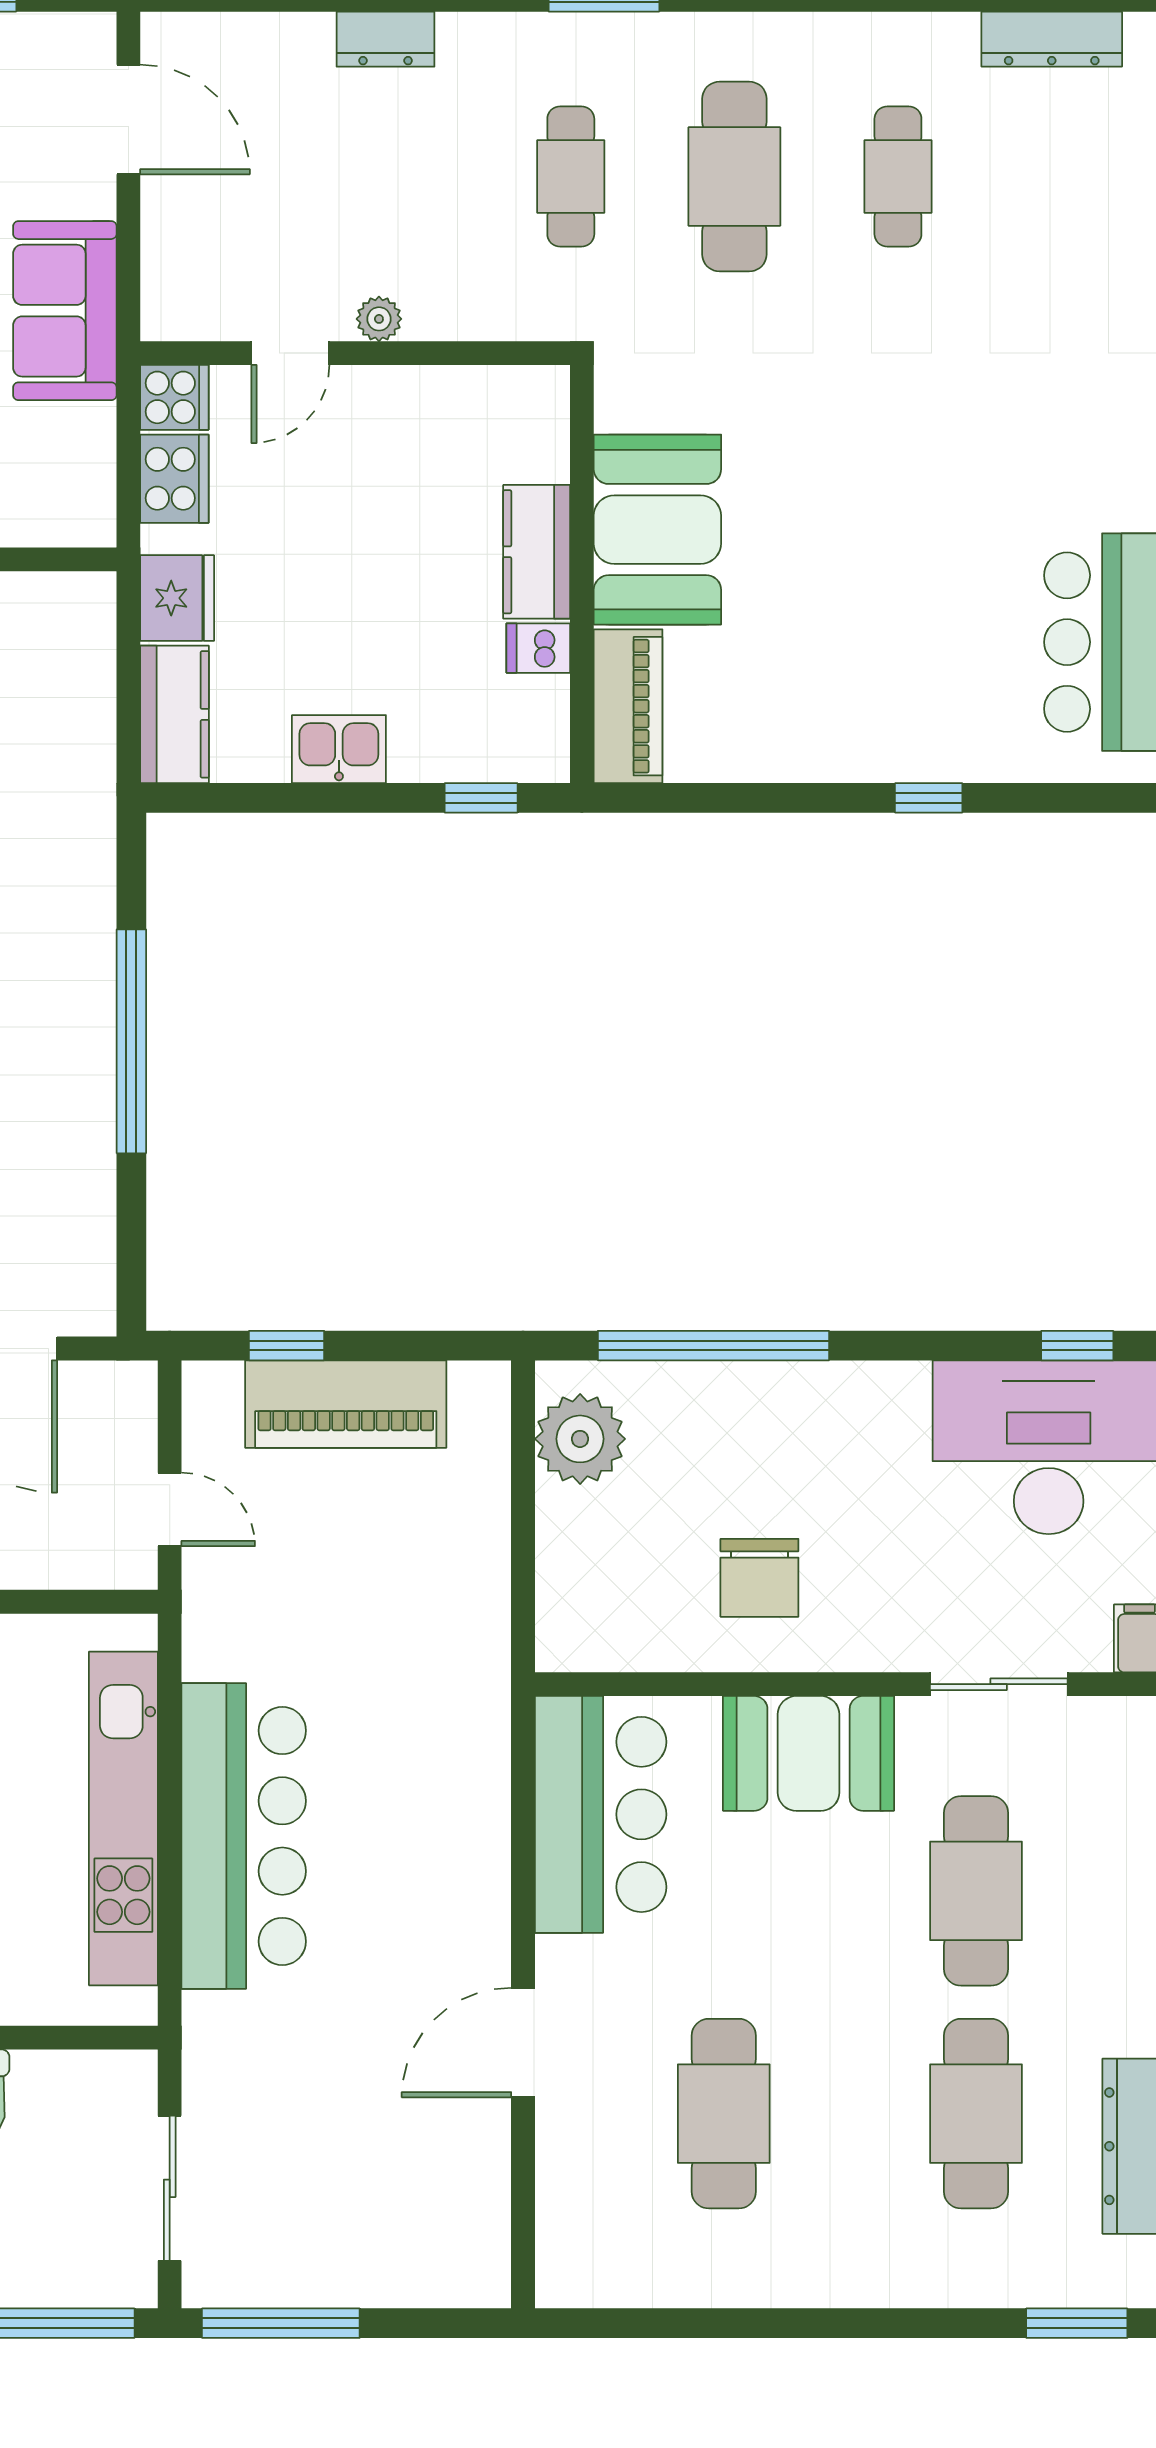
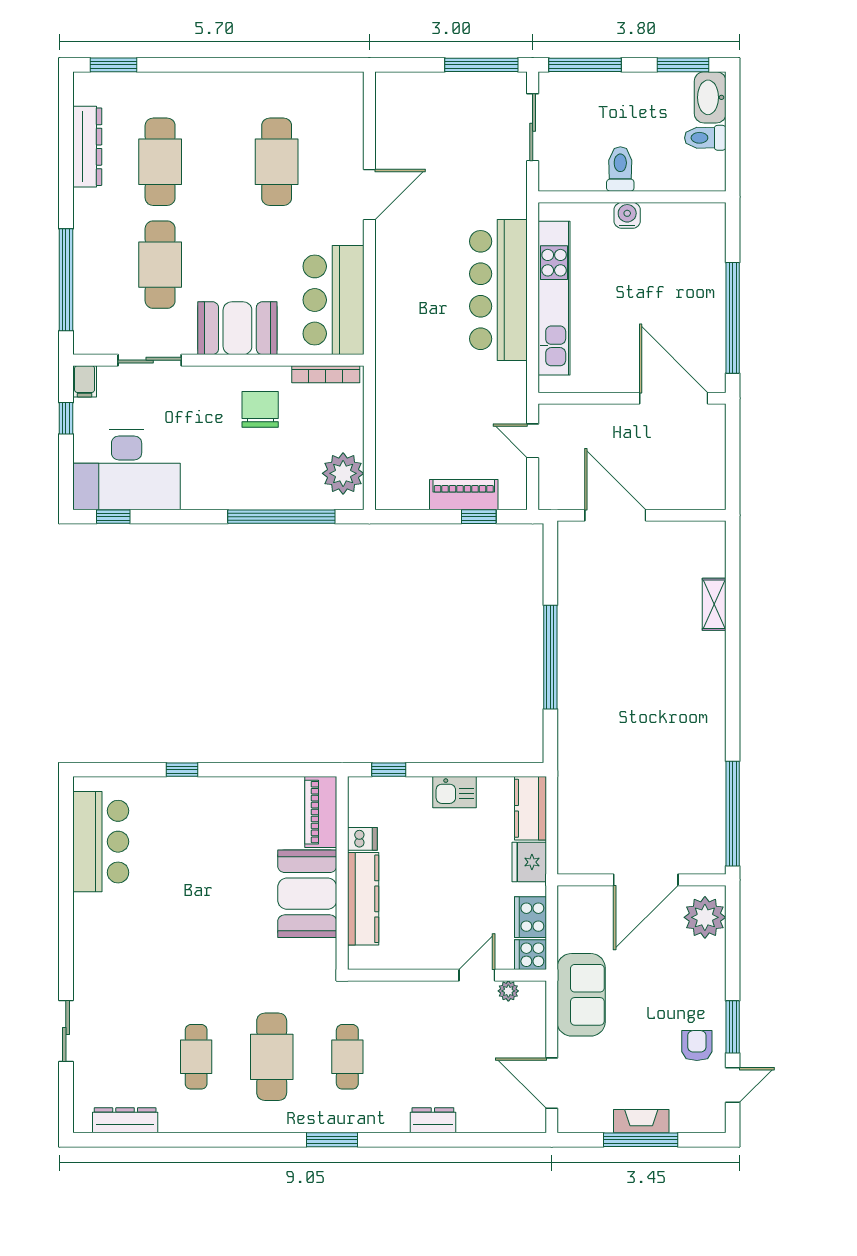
plant: (379, 319) -> (508, 991), moved
kitchen counter: (537, 552) -> (363, 899), width x1.50
piano: (346, 1404) -> (464, 495), width x0.73, depth x0.75
bookcase: (618, 1654) -> (326, 374), added

